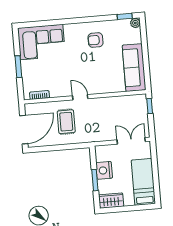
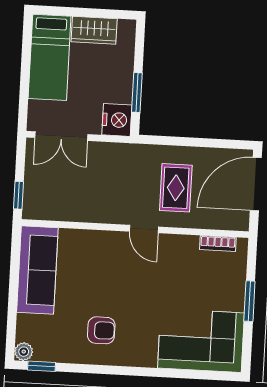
nightstand: (104, 170) -> (117, 120), moved
window: (95, 180) -> (137, 92), moved
wardrobe: (111, 201) -> (94, 30), moved

